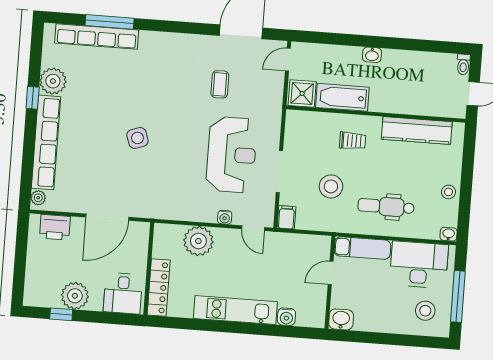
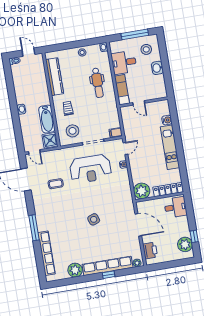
window: (110, 22) -> (34, 228), moved
window: (33, 98) -> (109, 275), moved
reception desk: (231, 155) -> (90, 169), turned 180
stool: (331, 186) -> (73, 131), moved
plant: (198, 241) -> (142, 191), moved
desk: (419, 265) -> (124, 62), width x0.73
plant: (75, 296) -> (185, 244), moved
washbasin: (341, 319) -> (157, 68), moved

